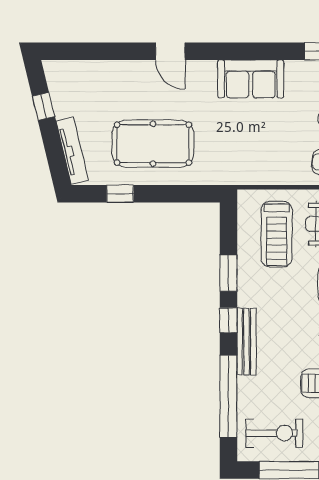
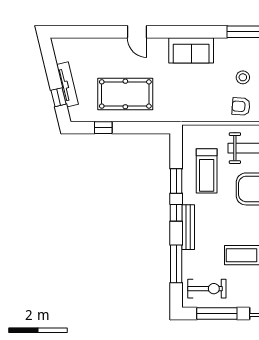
window: (43, 106) -> (59, 97), moved
tv unit: (72, 151) -> (68, 84), moved
treadmill: (277, 234) -> (207, 171), moved
window: (228, 396) -> (176, 264), width x0.68

